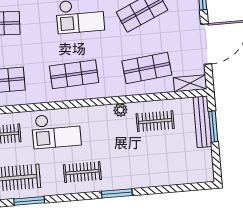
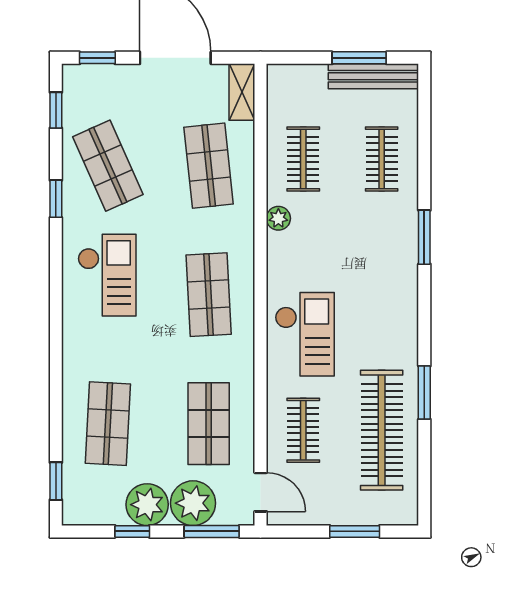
bench: (202, 122) -> (373, 76), moved
window: (213, 126) -> (359, 58), moved
clothes rail: (82, 172) -> (382, 159), moved

